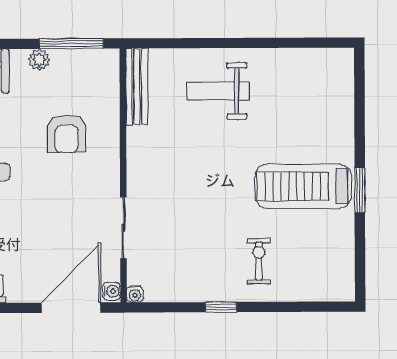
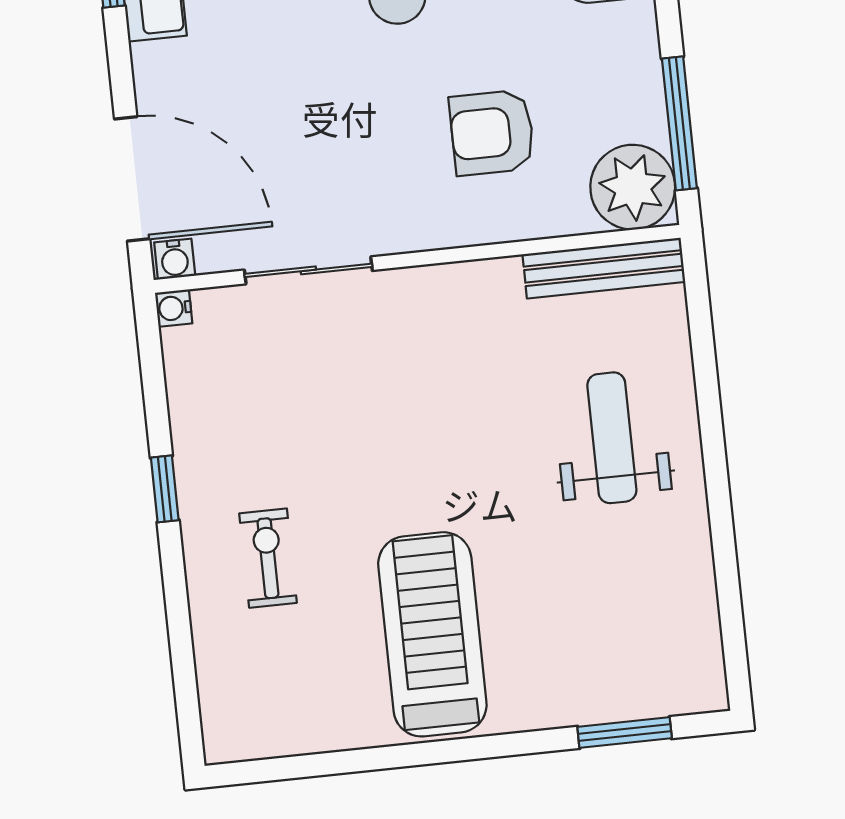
plant: (39, 60) -> (633, 187), moved, width x1.88, depth x1.88
window: (360, 190) -> (625, 733), moved
exercise bike: (259, 261) -> (268, 558), turned -90

